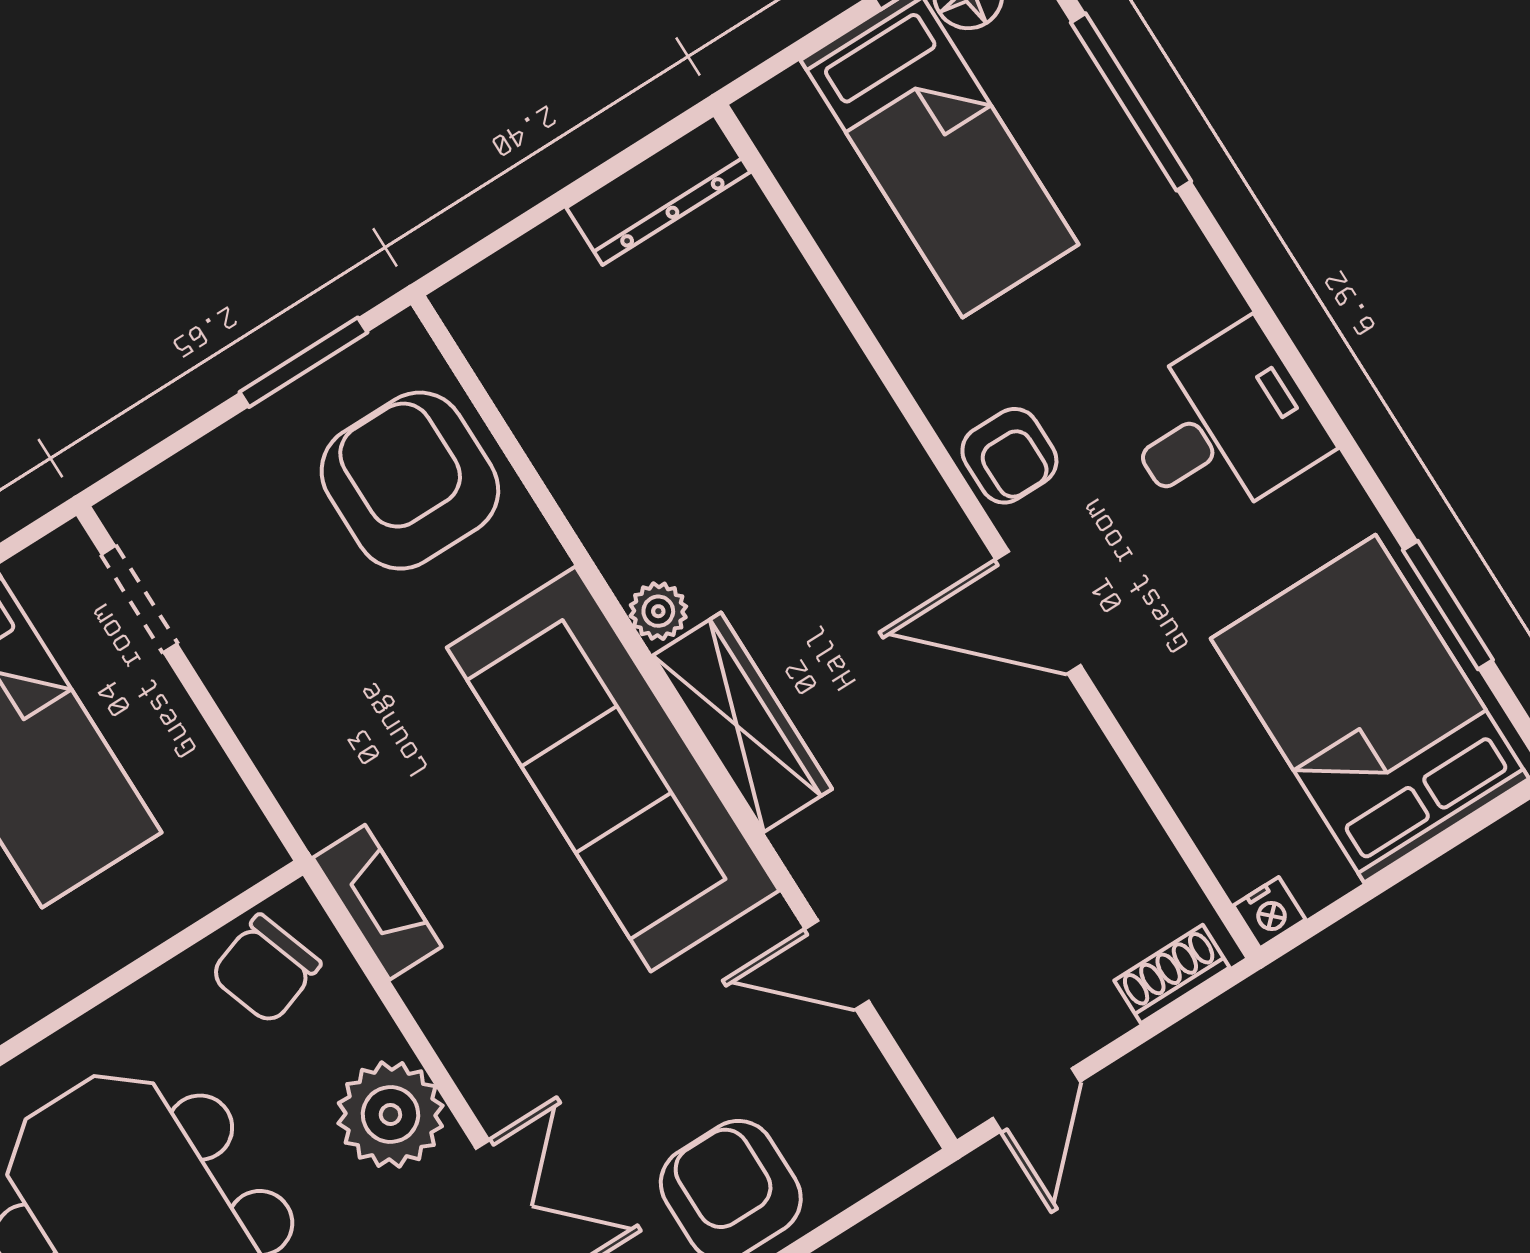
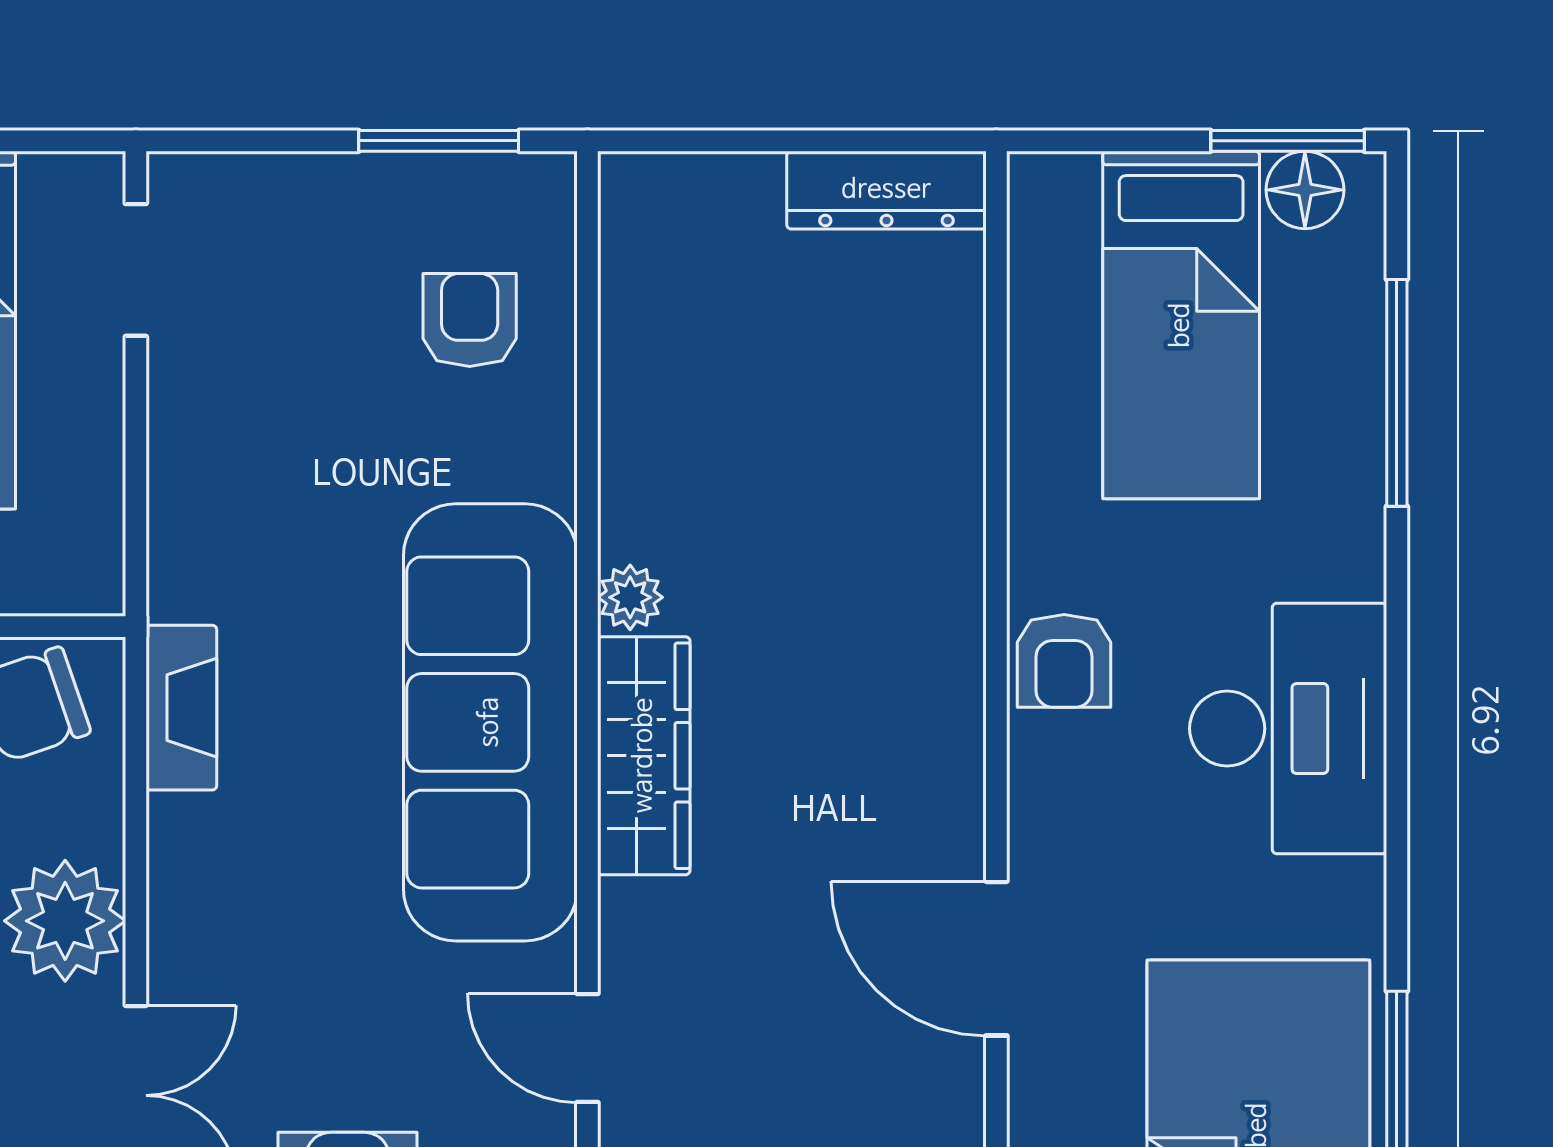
desk: (1223, 427) -> (1288, 729), width x1.37
armchair: (410, 481) -> (470, 320), width x0.53, depth x0.53
door: (1038, 612) -> (996, 959), moved

